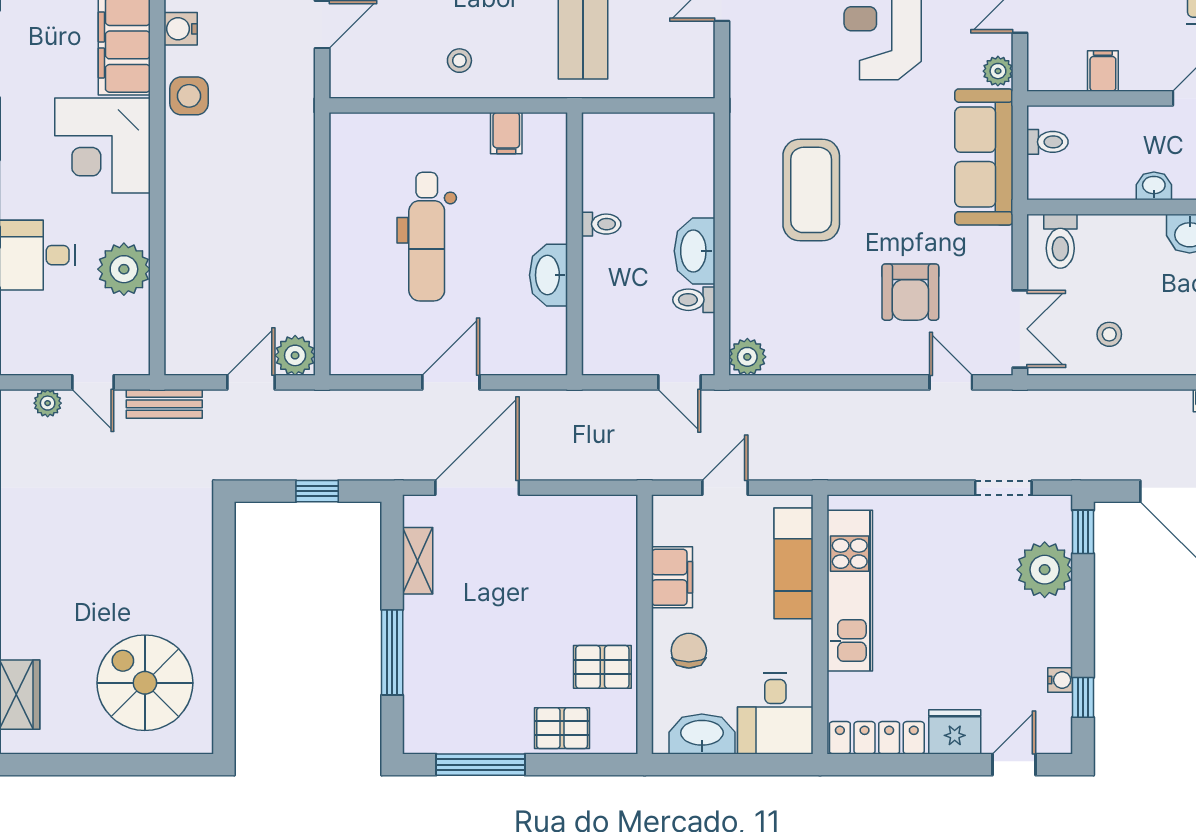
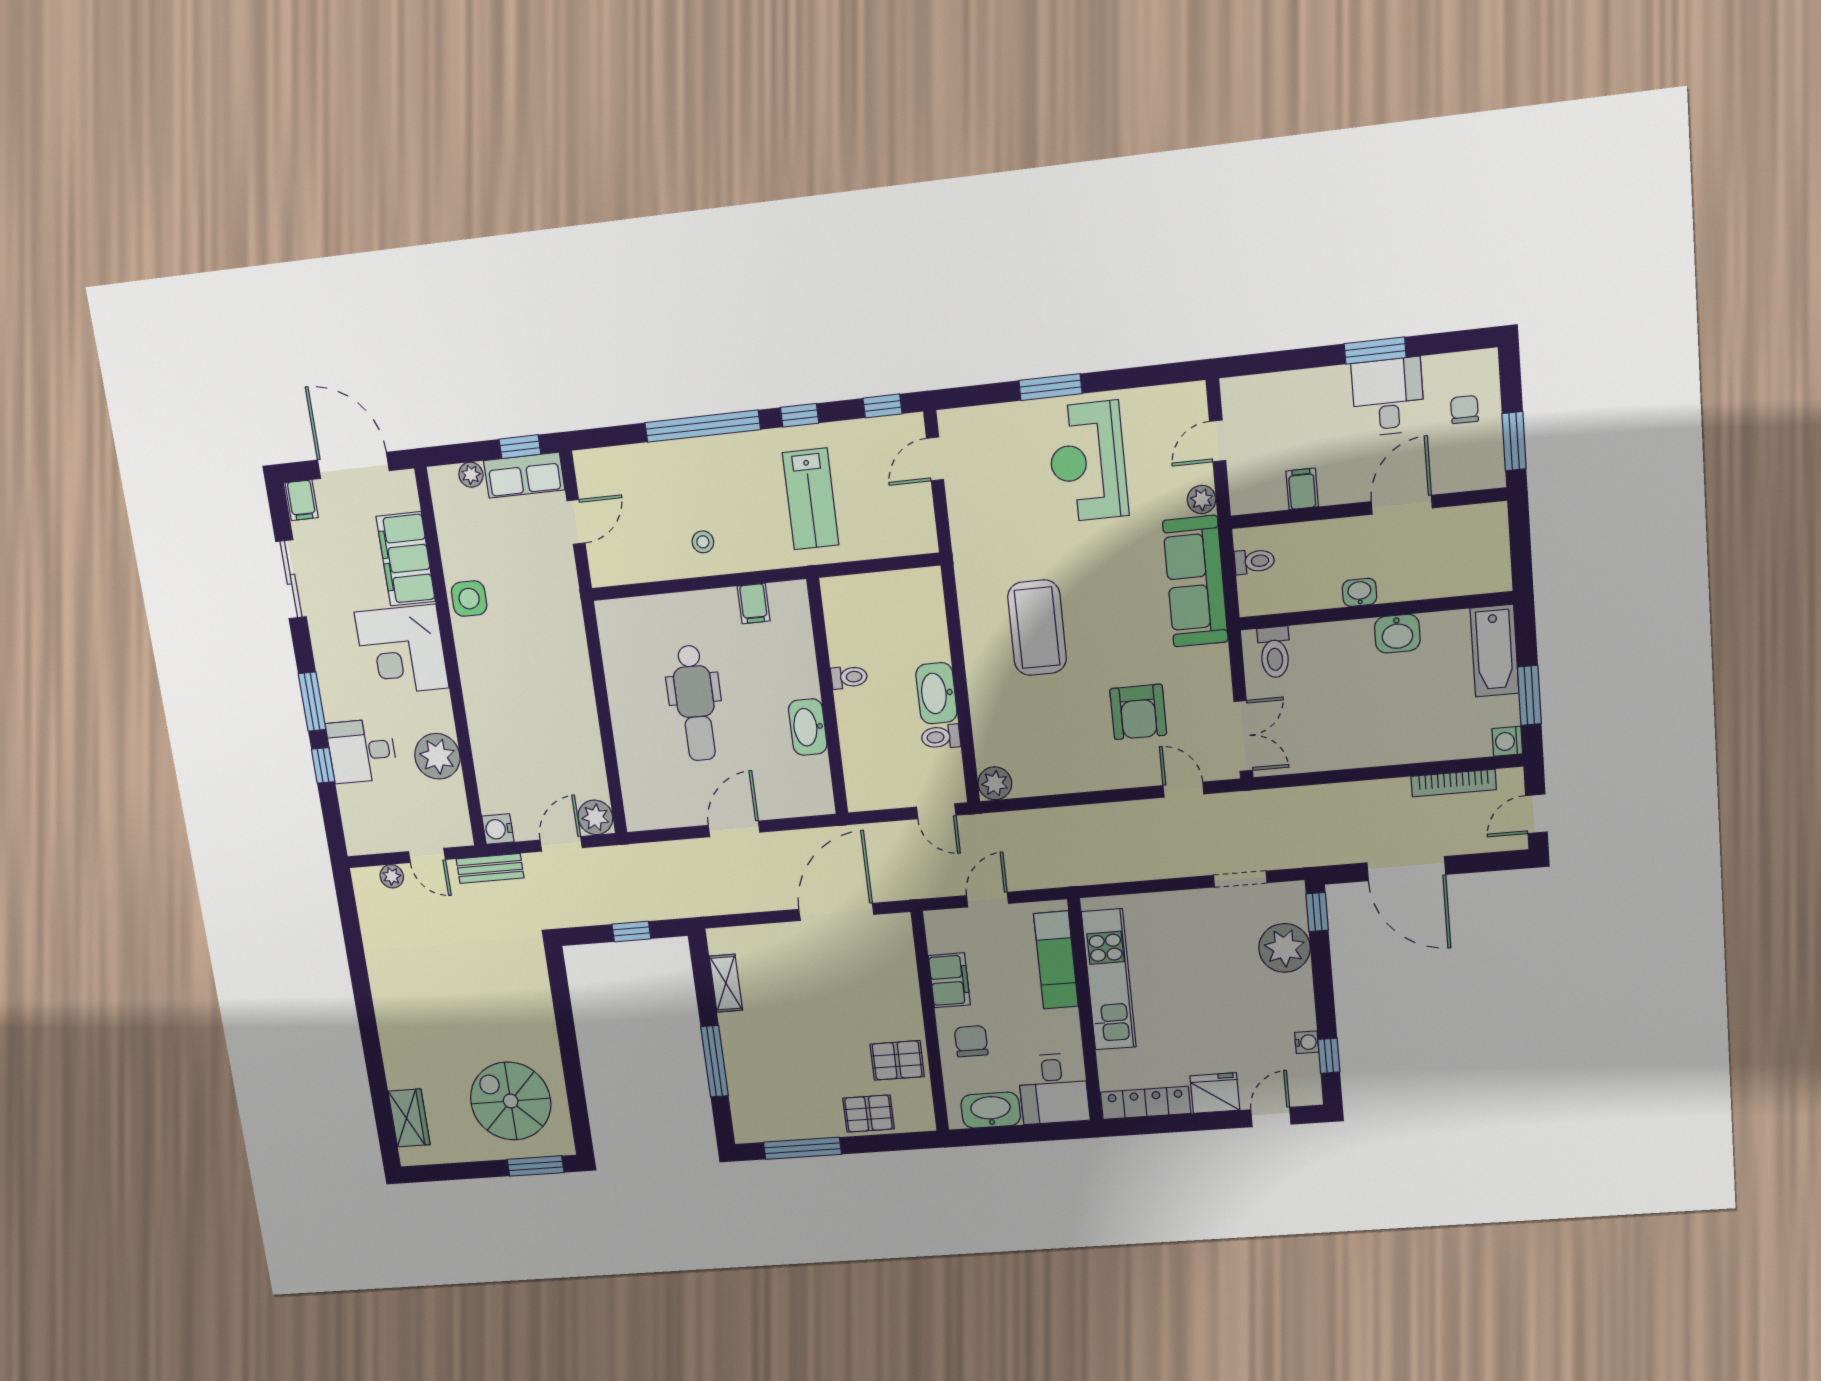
water cooler: (181, 29) -> (498, 829), moved
stool: (1109, 334) -> (1328, 733), removed
door: (477, 488) -> (836, 912), moved
window: (162, 765) -> (536, 1166), added

